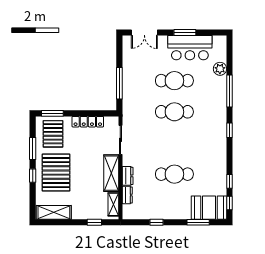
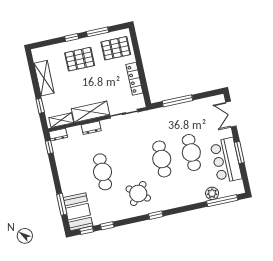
window: (229, 91) -> (222, 201), moved
window: (52, 113) -> (135, 43), removed
round table: (204, 143) -> (138, 193), added
pallet: (56, 173) -> (80, 59), width x0.73, depth x0.71
dresser: (127, 195) -> (58, 135), moved
shelving: (54, 212) -> (44, 78), moved
window: (156, 222) -> (49, 147), moved

